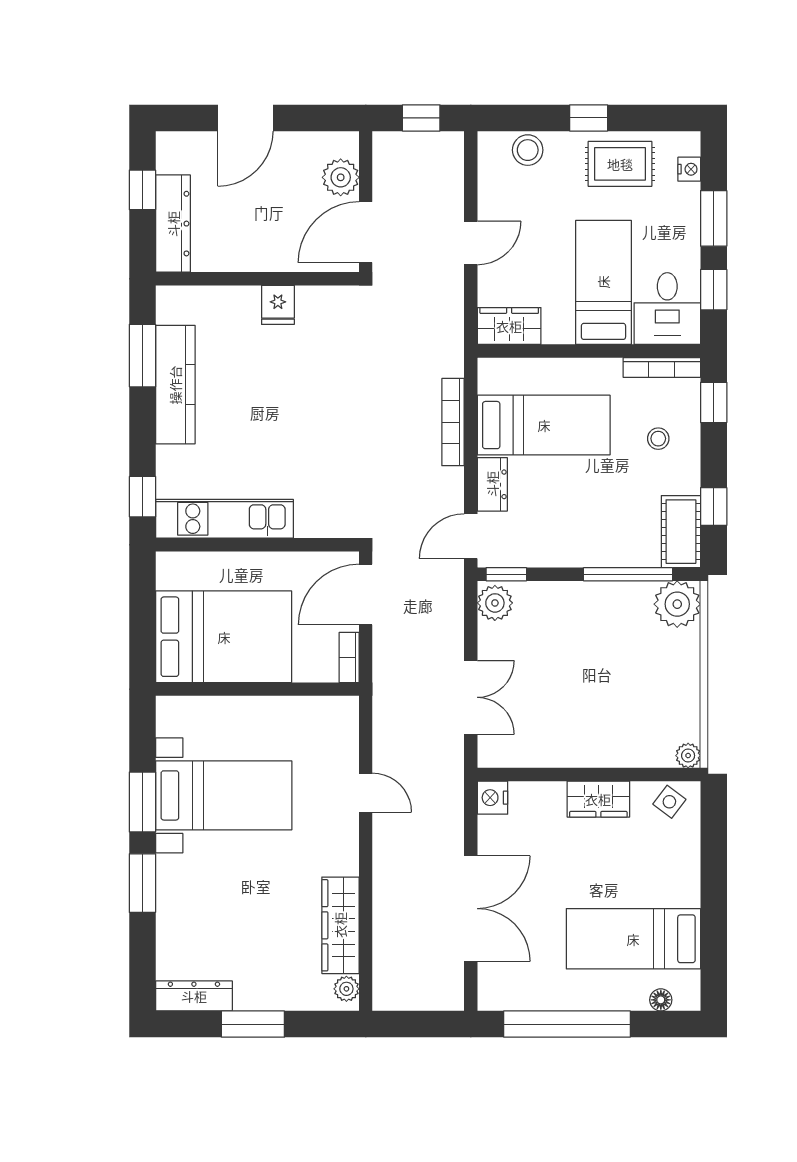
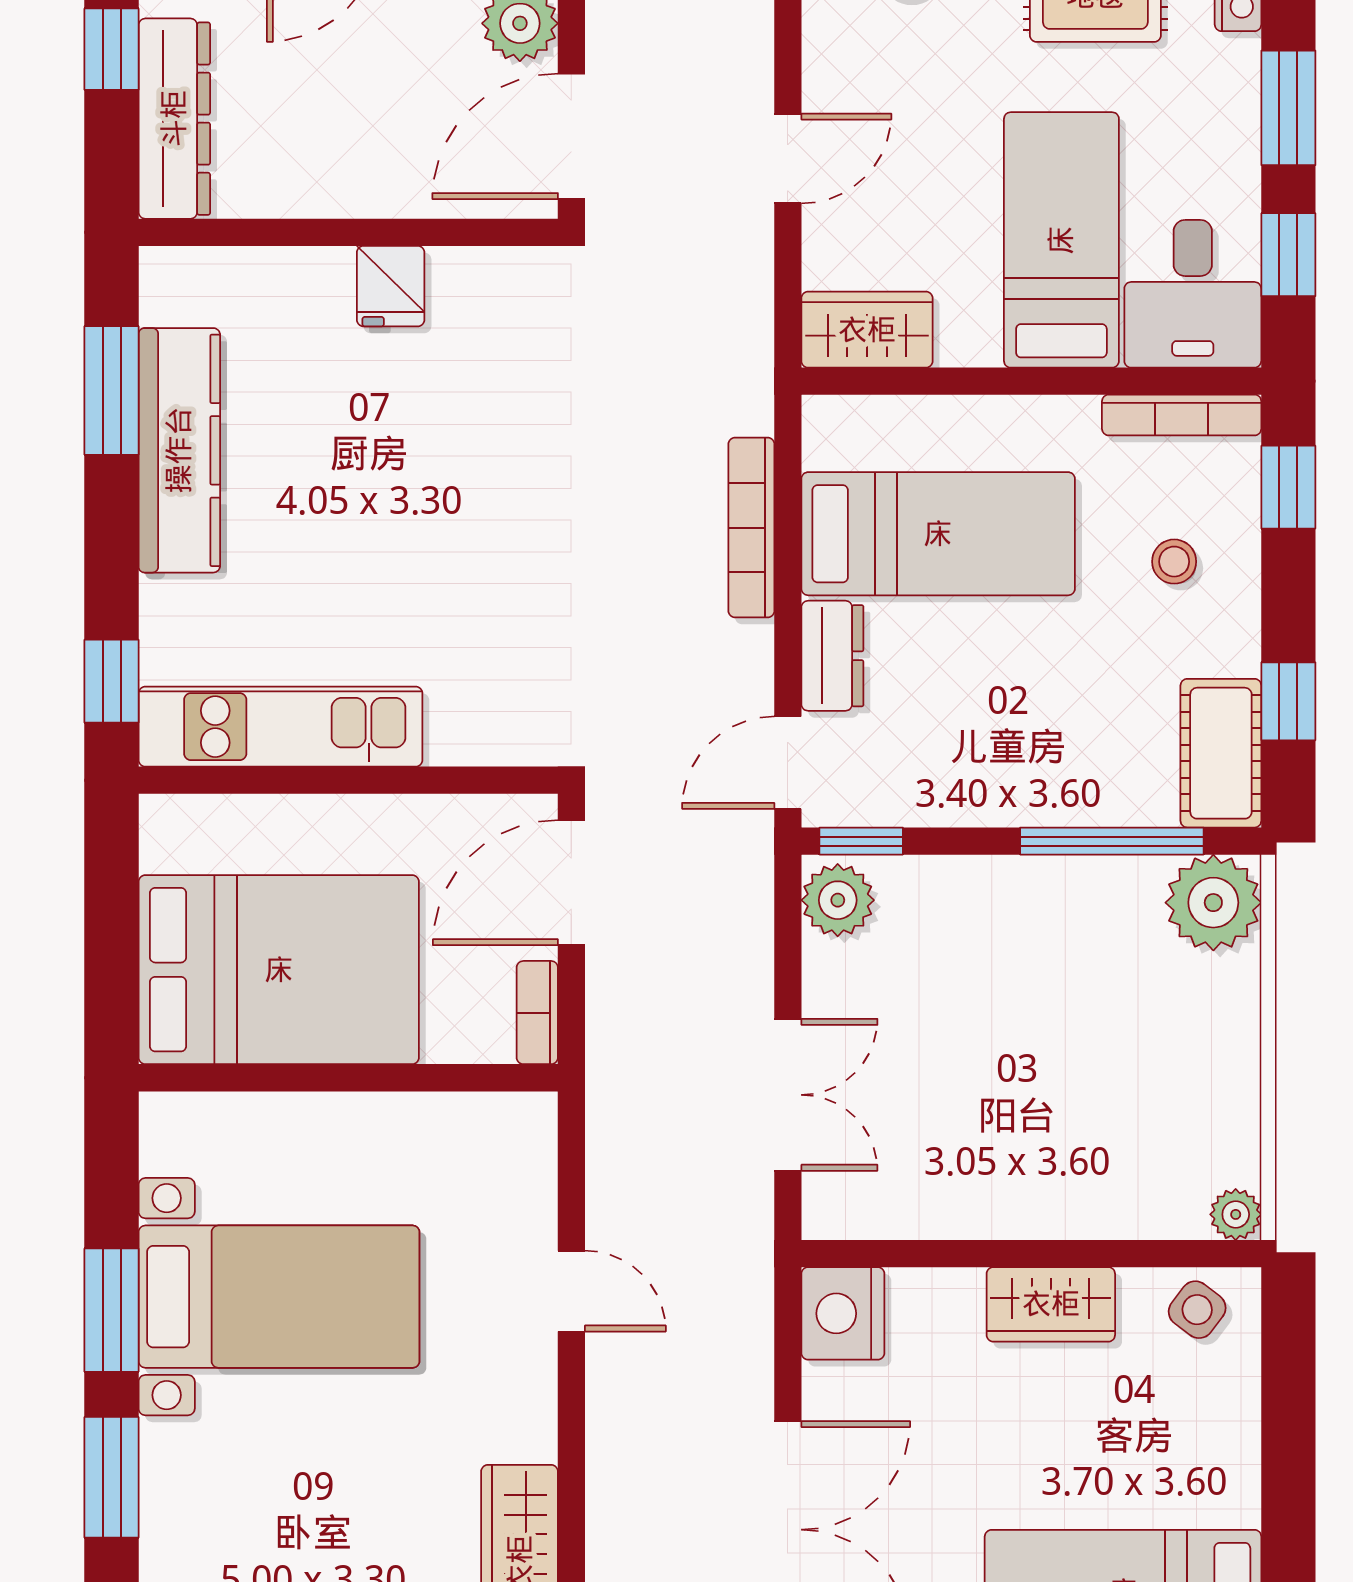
nightstand: (492, 798) -> (843, 1313), width x1.36, depth x1.33

